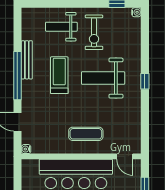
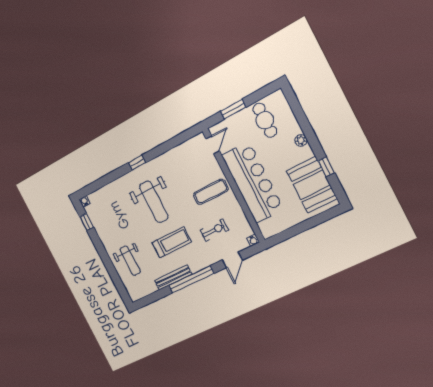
exercise bike: (94, 32) -> (214, 230), moved, width x0.73, depth x0.72
treadmill: (59, 75) -> (172, 242), turned 180
exercise mat: (86, 134) -> (211, 192), turned 90

